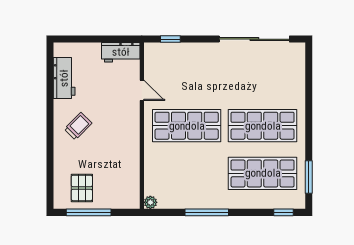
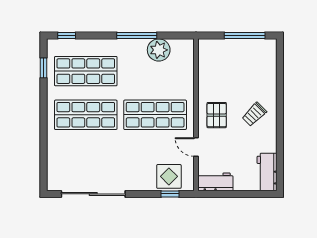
display table: (171, 58) -> (169, 176), added
workbench: (64, 78) -> (267, 172), moved
window: (309, 177) -> (44, 68), width x0.67
pallet: (82, 188) -> (217, 115), moved
plant: (150, 202) -> (159, 50), moved, width x1.88, depth x1.88

